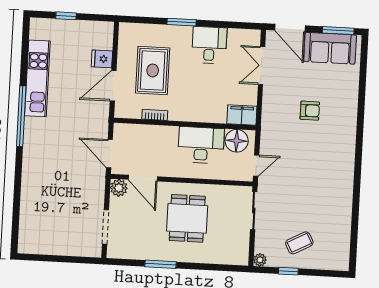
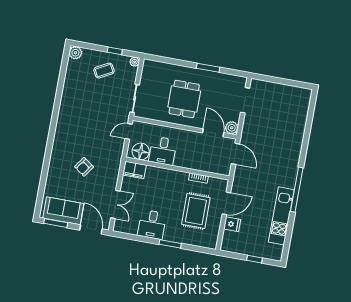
armchair: (310, 111) -> (84, 167), turned -55
desk: (201, 145) -> (163, 151), width x0.73
plant: (341, 262) -> (75, 53), added

